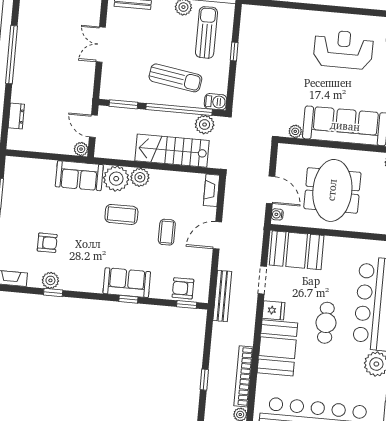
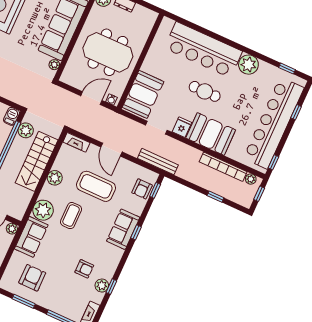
plant: (140, 177) -> (55, 178), moved
armchair: (31, 194) -> (32, 278), added
coffee table: (167, 232) -> (96, 186), width x1.86, depth x1.72
armchair: (47, 243) -> (84, 269), moved, turned 90

